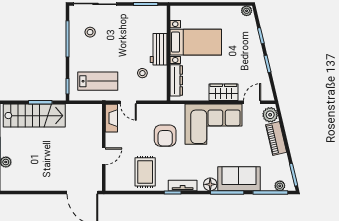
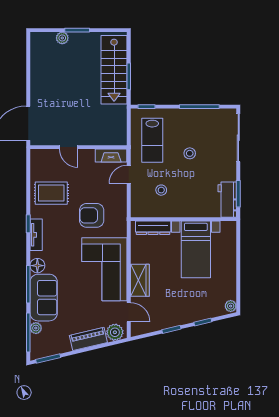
stool: (90, 32) -> (190, 153), moved
workbench: (159, 49) -> (227, 200), moved, turned -90
plant: (280, 186) -> (36, 328), moved

